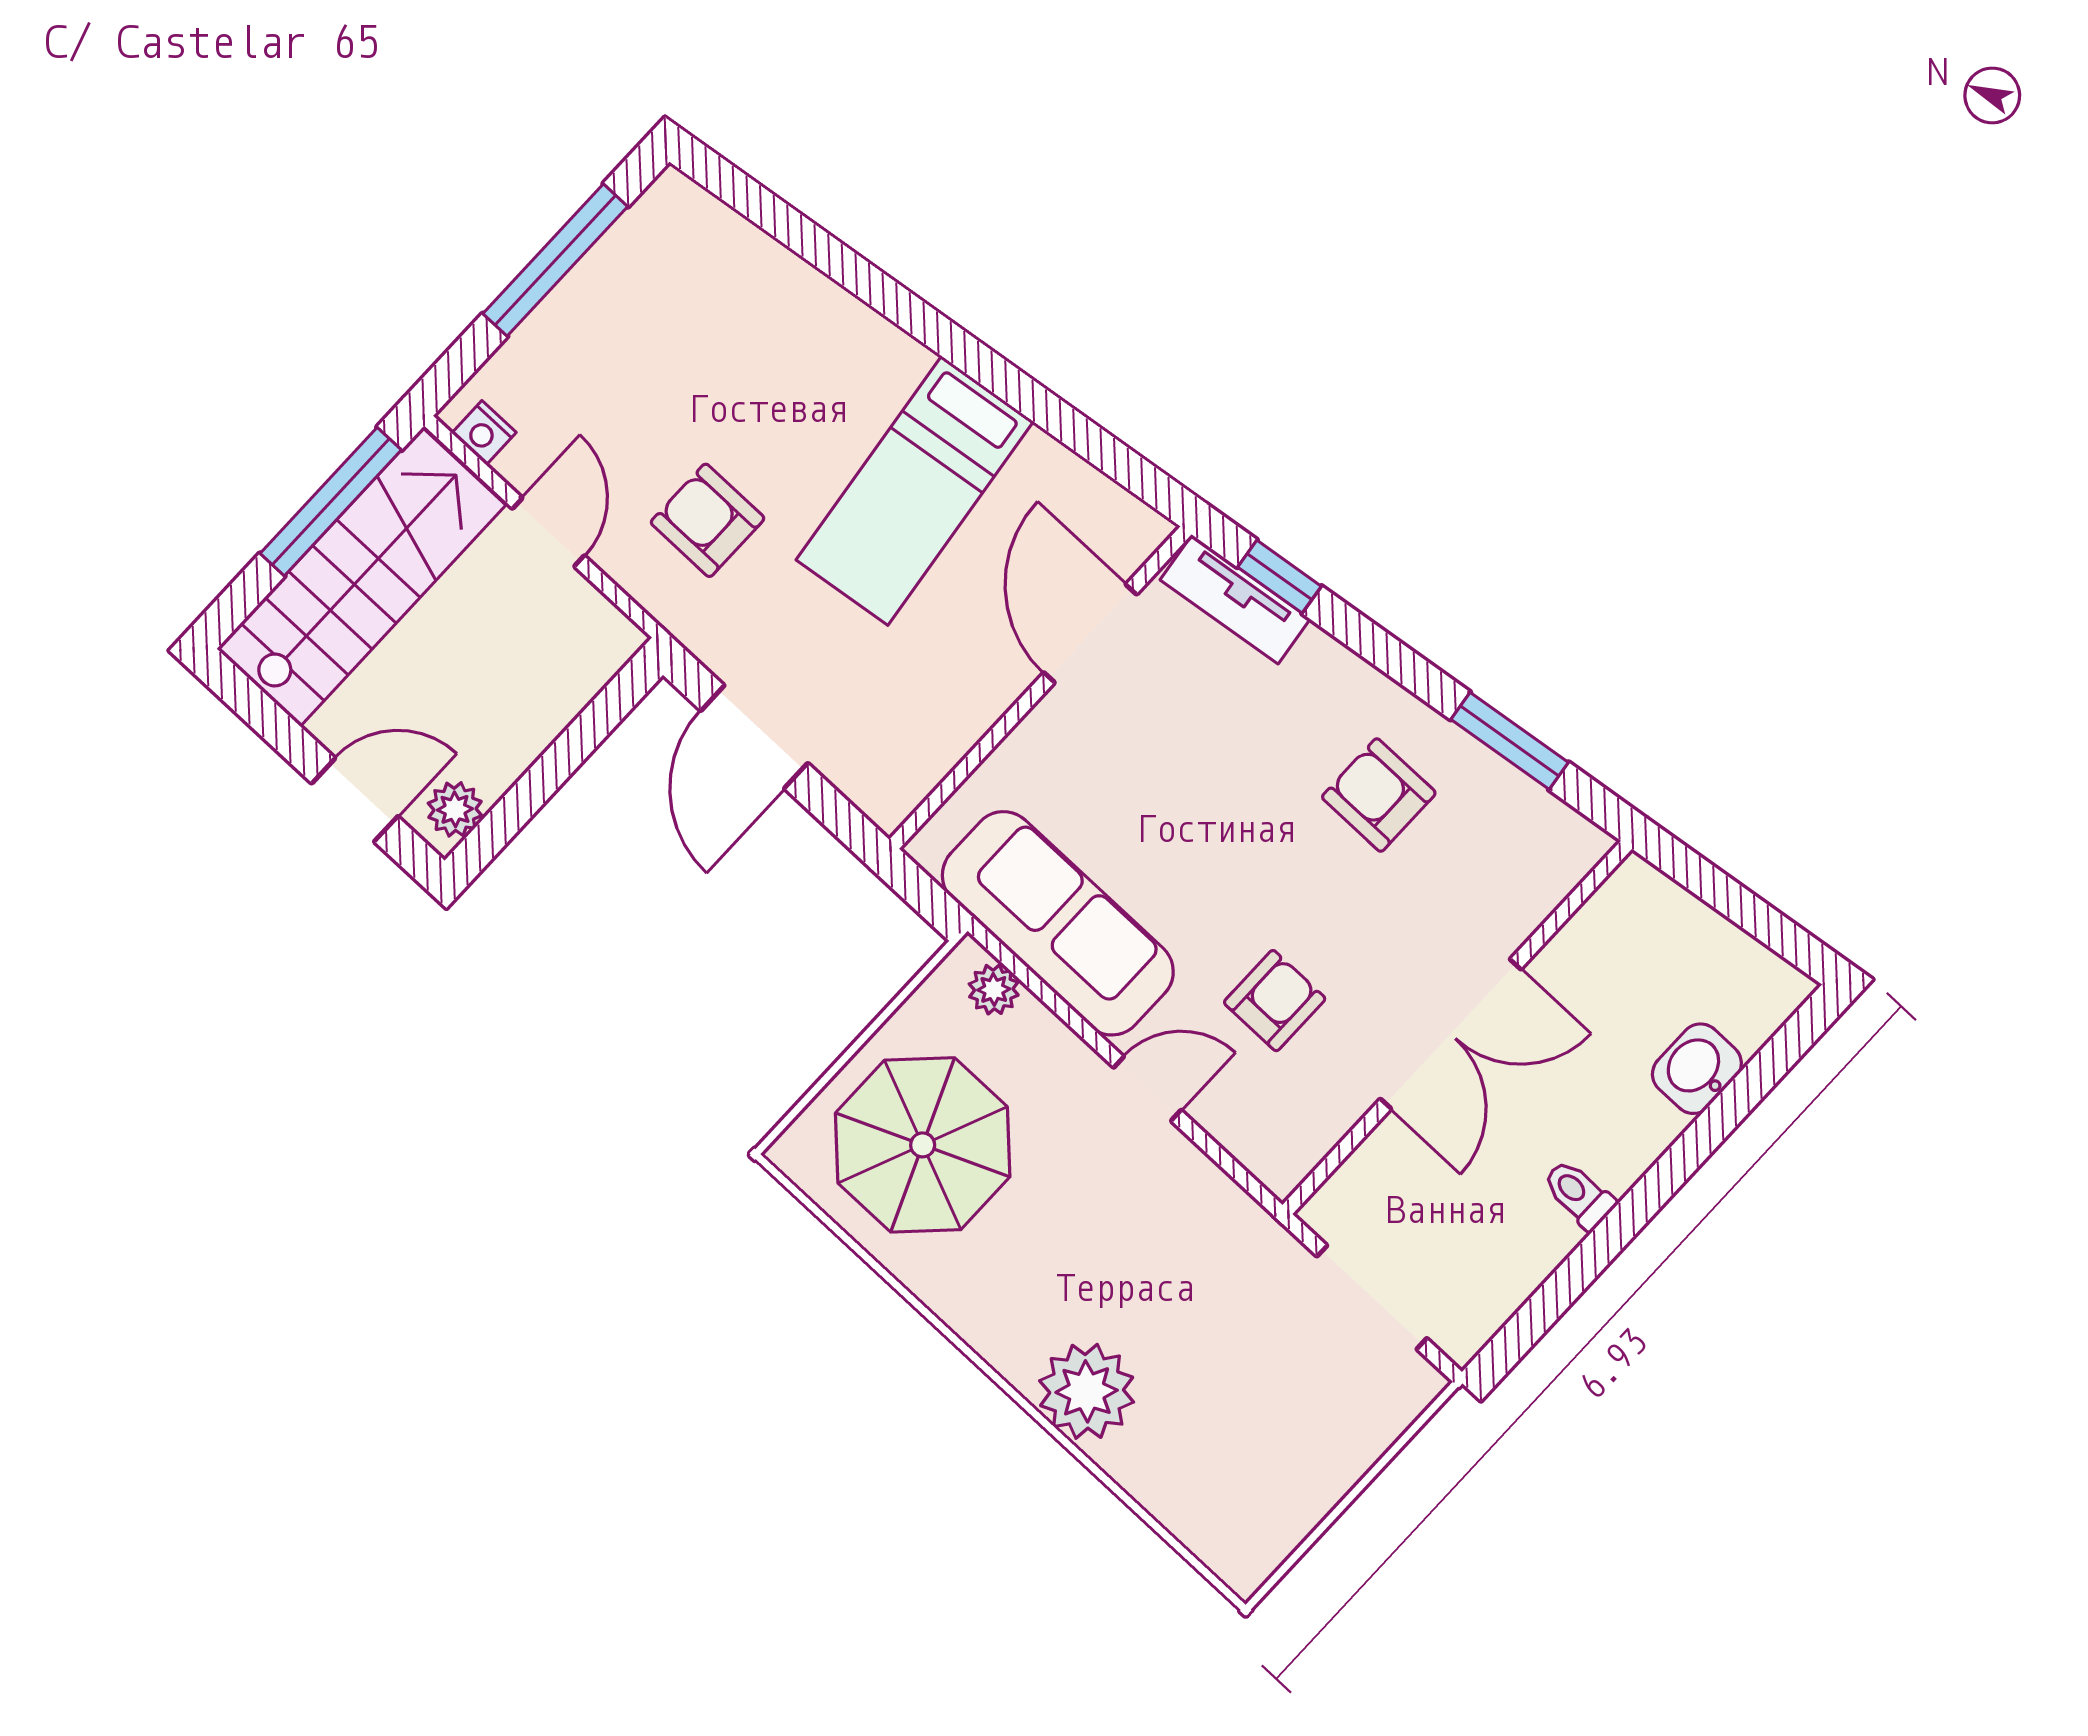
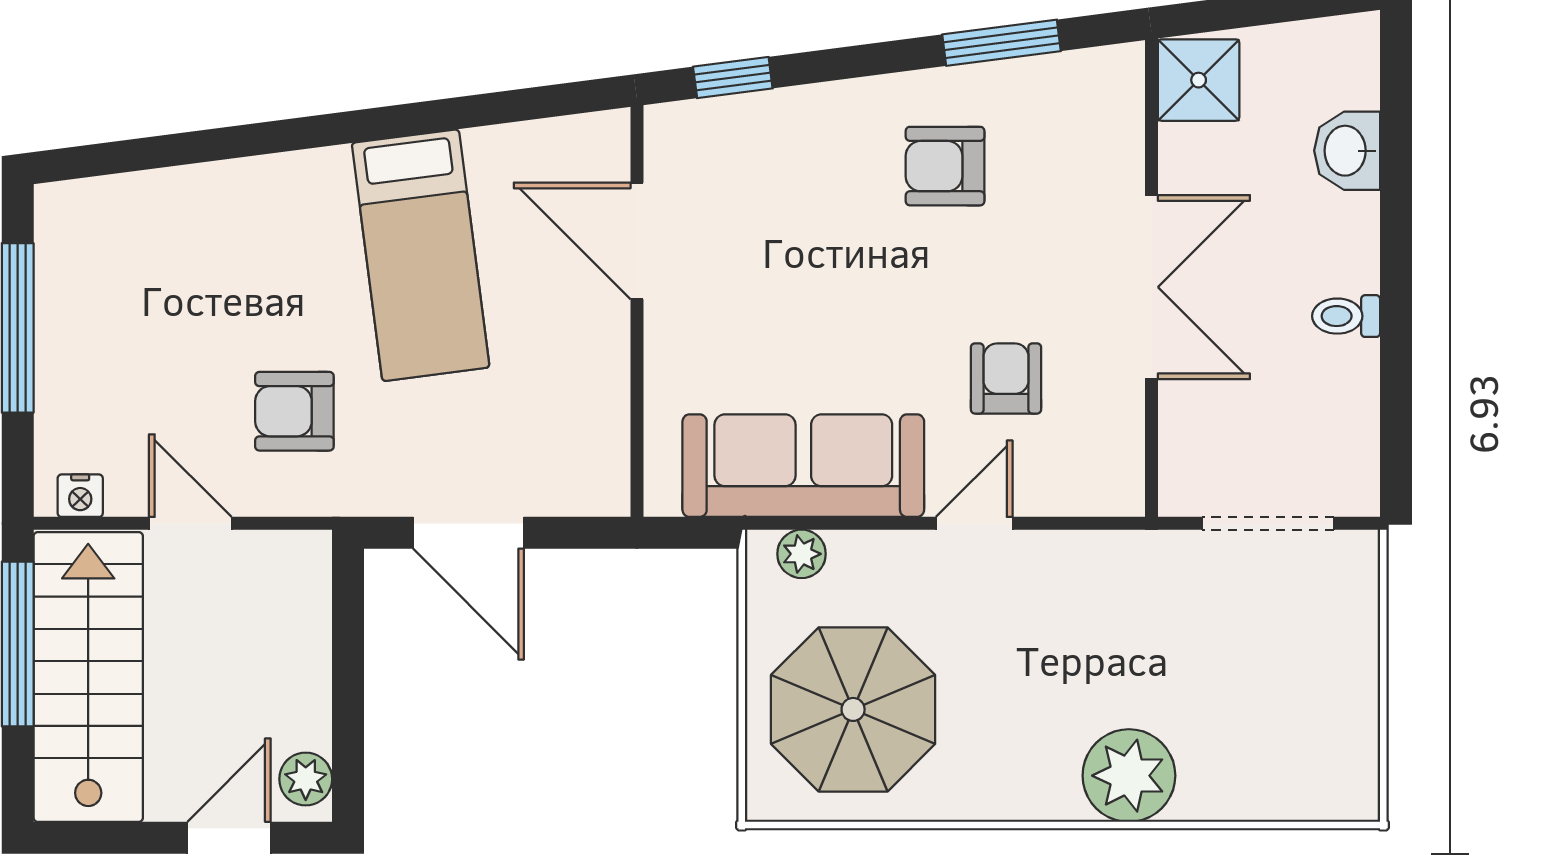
tv unit: (1235, 599) -> (717, 122), removed
shower: (1634, 909) -> (1199, 80), added

